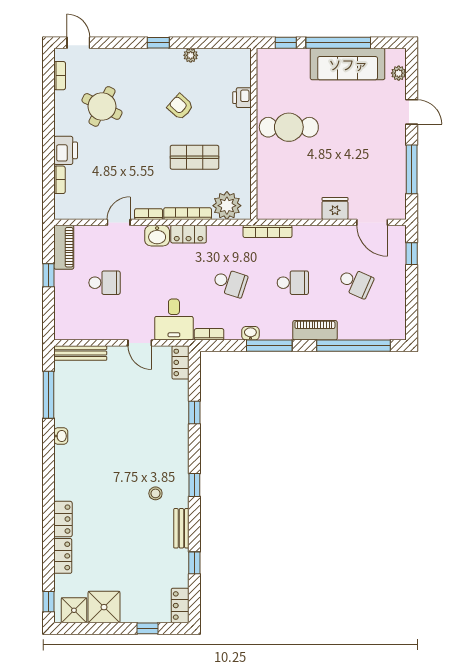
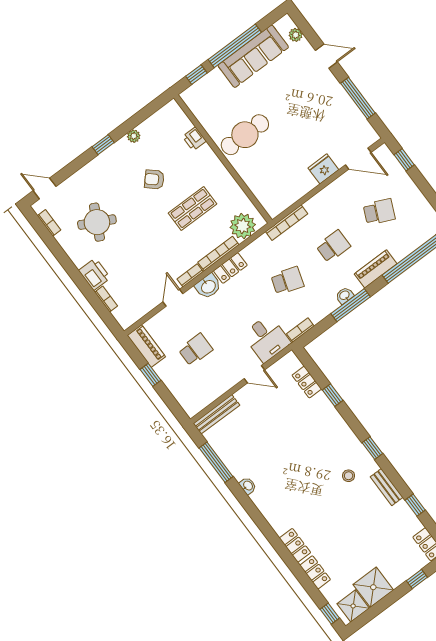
washbasin: (250, 333) -> (345, 296), moved
locker: (180, 362) -> (307, 382), moved

